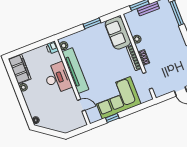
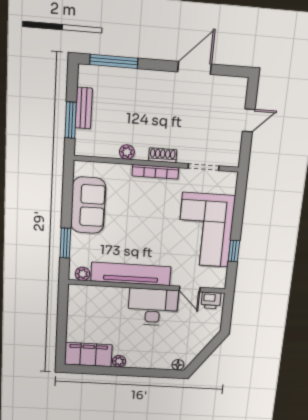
window: (92, 23) -> (65, 243), moved
sofa: (118, 33) -> (88, 205), moved, turned -90
printer: (52, 47) -> (211, 300), moved
desk: (57, 78) -> (153, 307), moved
door: (81, 105) -> (190, 289), swing flipped

